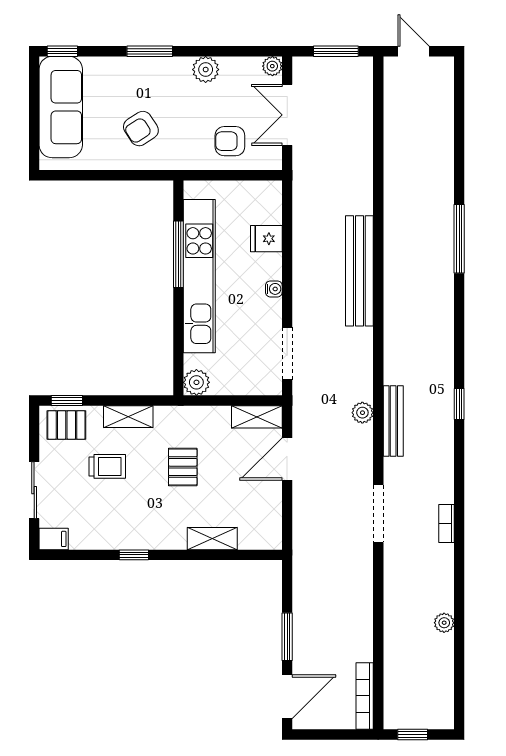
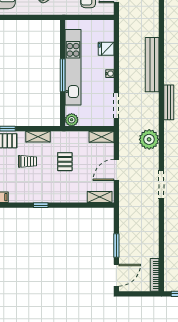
window: (178, 254) -> (63, 75), moved
plant: (362, 413) -> (149, 139), width x1.87, depth x1.87
bench: (393, 421) -> (169, 102), moved
door: (287, 459) -> (116, 170), moved
shelving: (212, 539) -> (100, 197), moved

